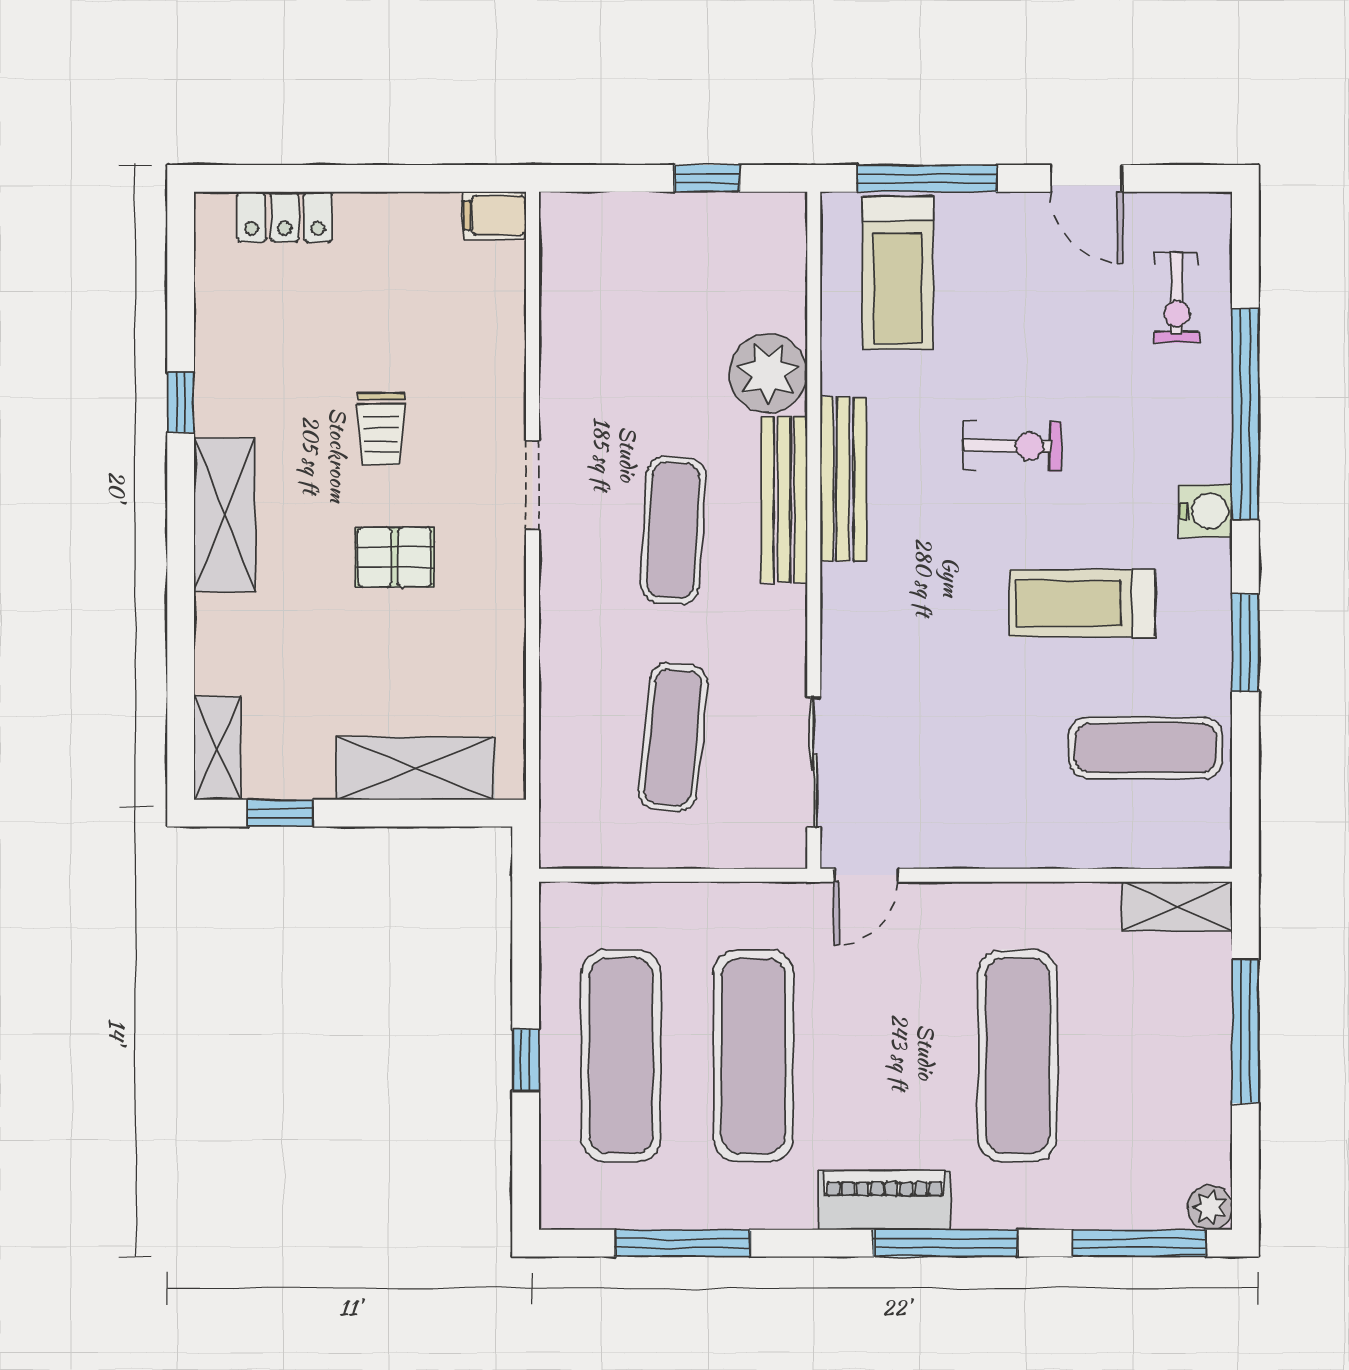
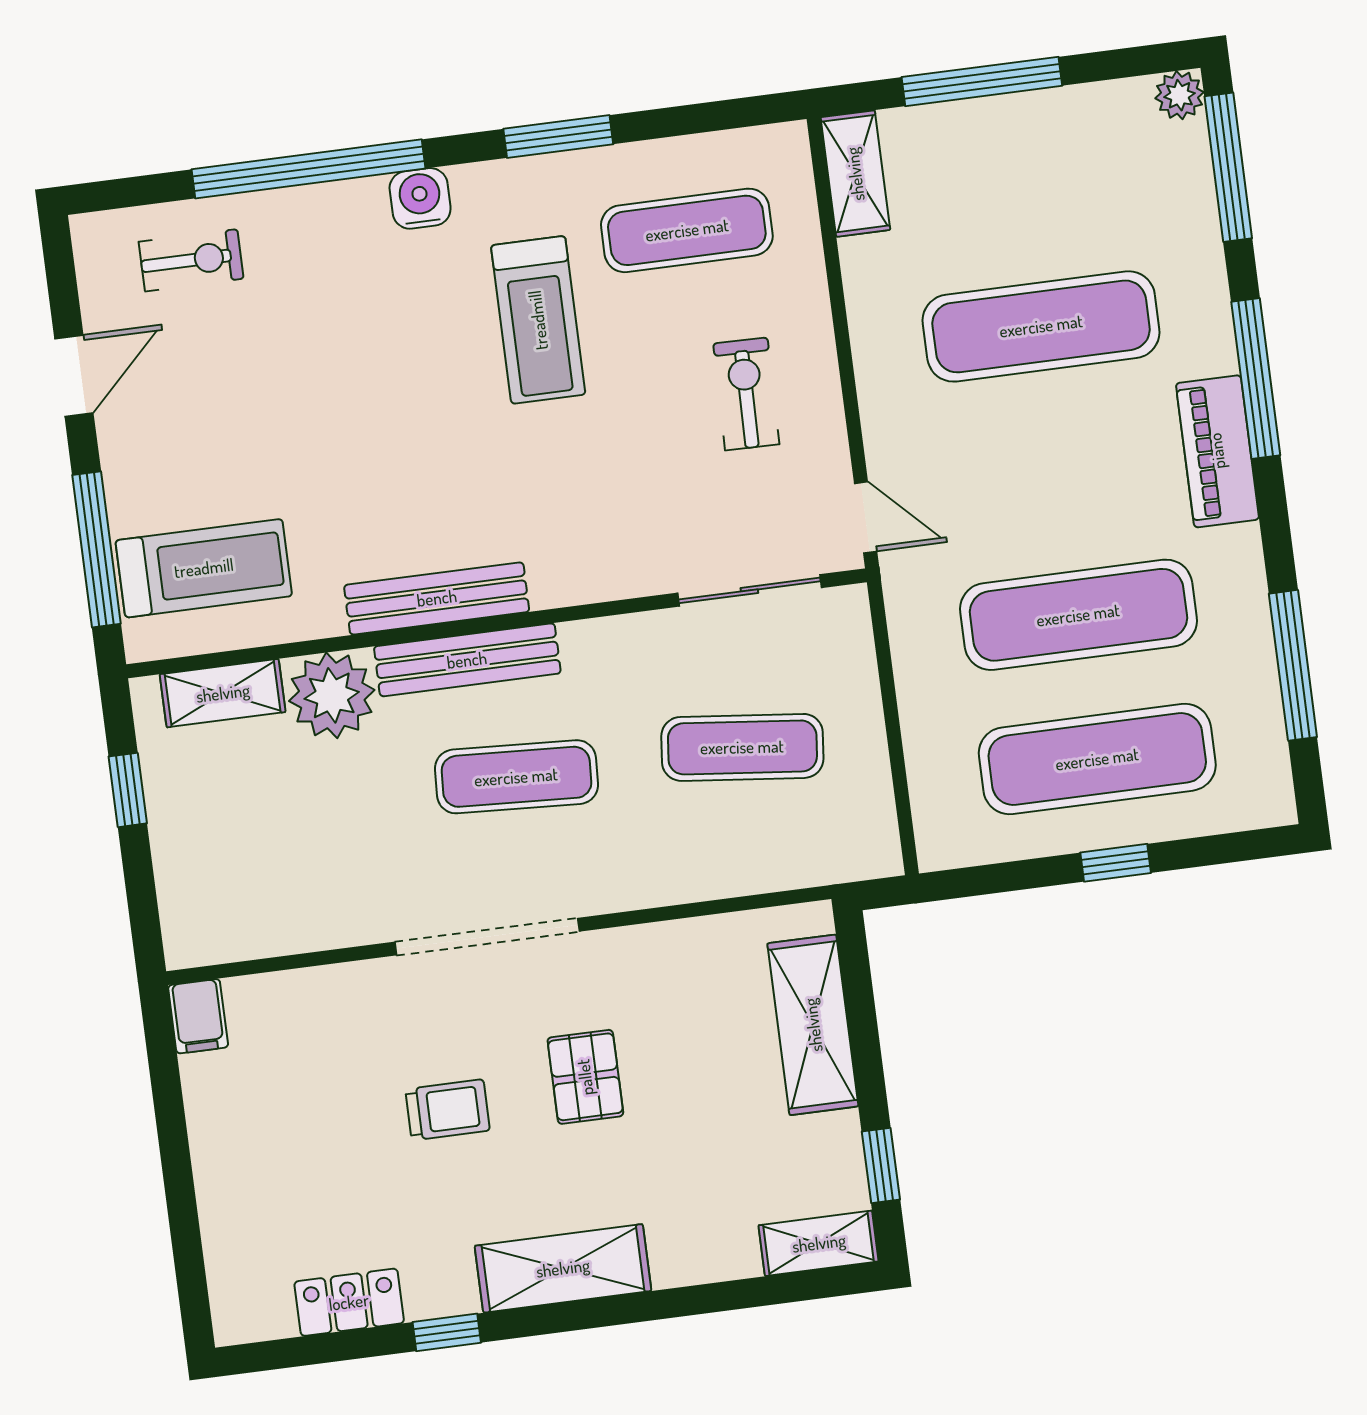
locker: (285, 217) -> (349, 1302), moved, turned -90
shelving: (783, 275) -> (223, 693), added
exercise bike: (1012, 446) -> (746, 394), moved
doorway: (532, 485) -> (487, 937), width x1.88
exercise mat: (1146, 748) -> (687, 230), turned 90

